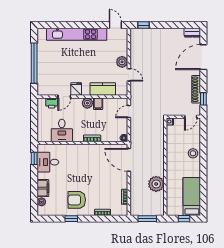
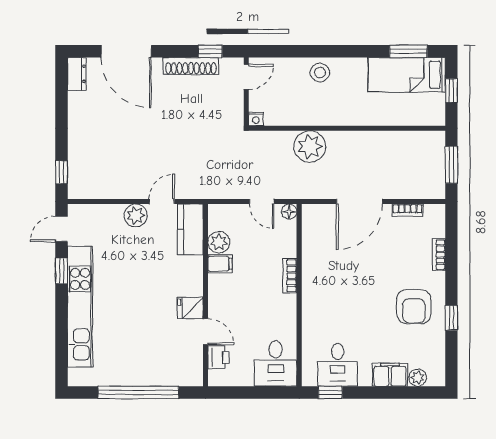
window: (94, 25) -> (61, 271), added
kitchen counter: (103, 89) -> (190, 229), moved
plant: (87, 103) -> (219, 242), moved
door: (129, 112) -> (262, 202), moved
door: (191, 117) -> (246, 77), hinge flipped
desk: (62, 130) -> (276, 363), moved, turned 90
door: (129, 160) -> (359, 202), moved
plant: (156, 184) -> (310, 147), moved
window: (203, 197) -> (408, 51), added

